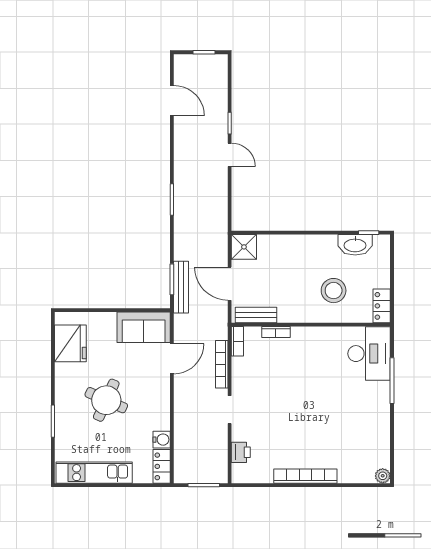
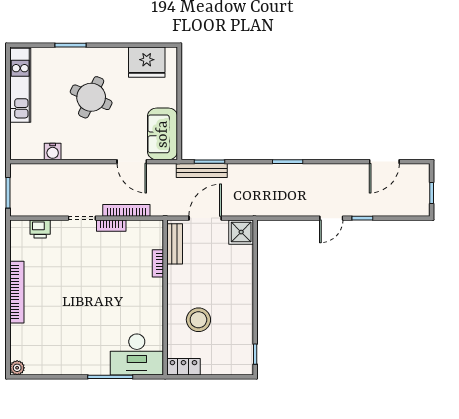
washbasin: (355, 245) -> (243, 341), removed
bookcase: (237, 341) -> (111, 226), moved
locker: (162, 466) -> (26, 151), removed

